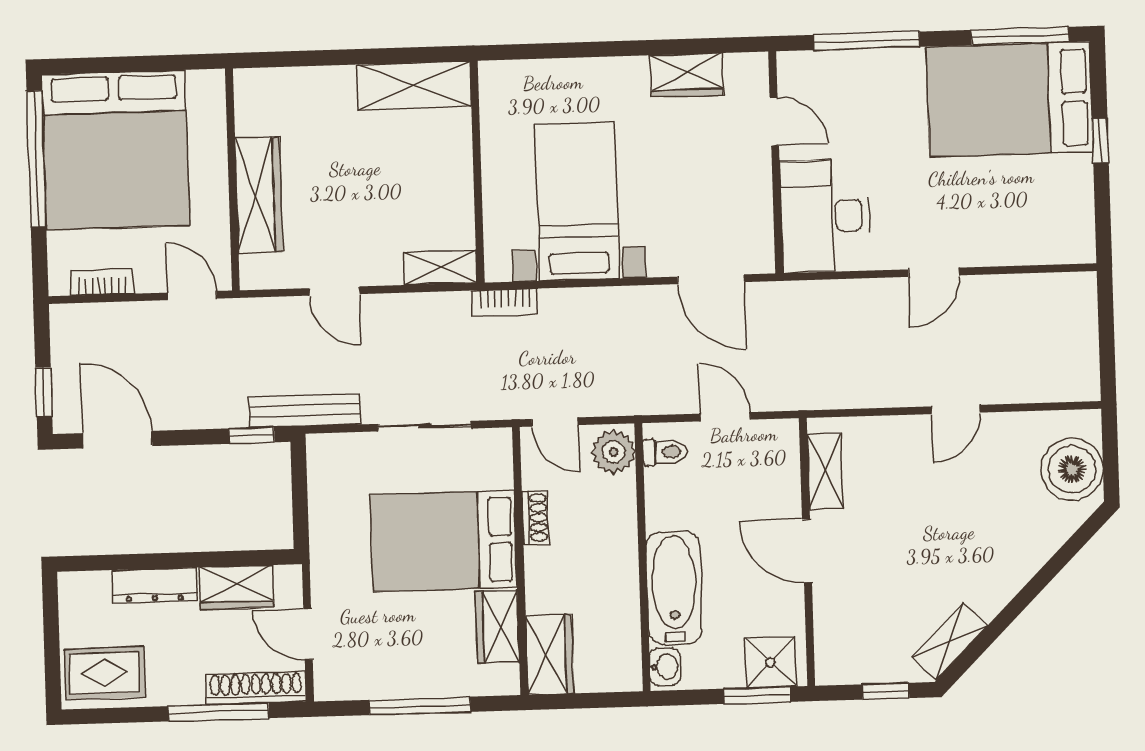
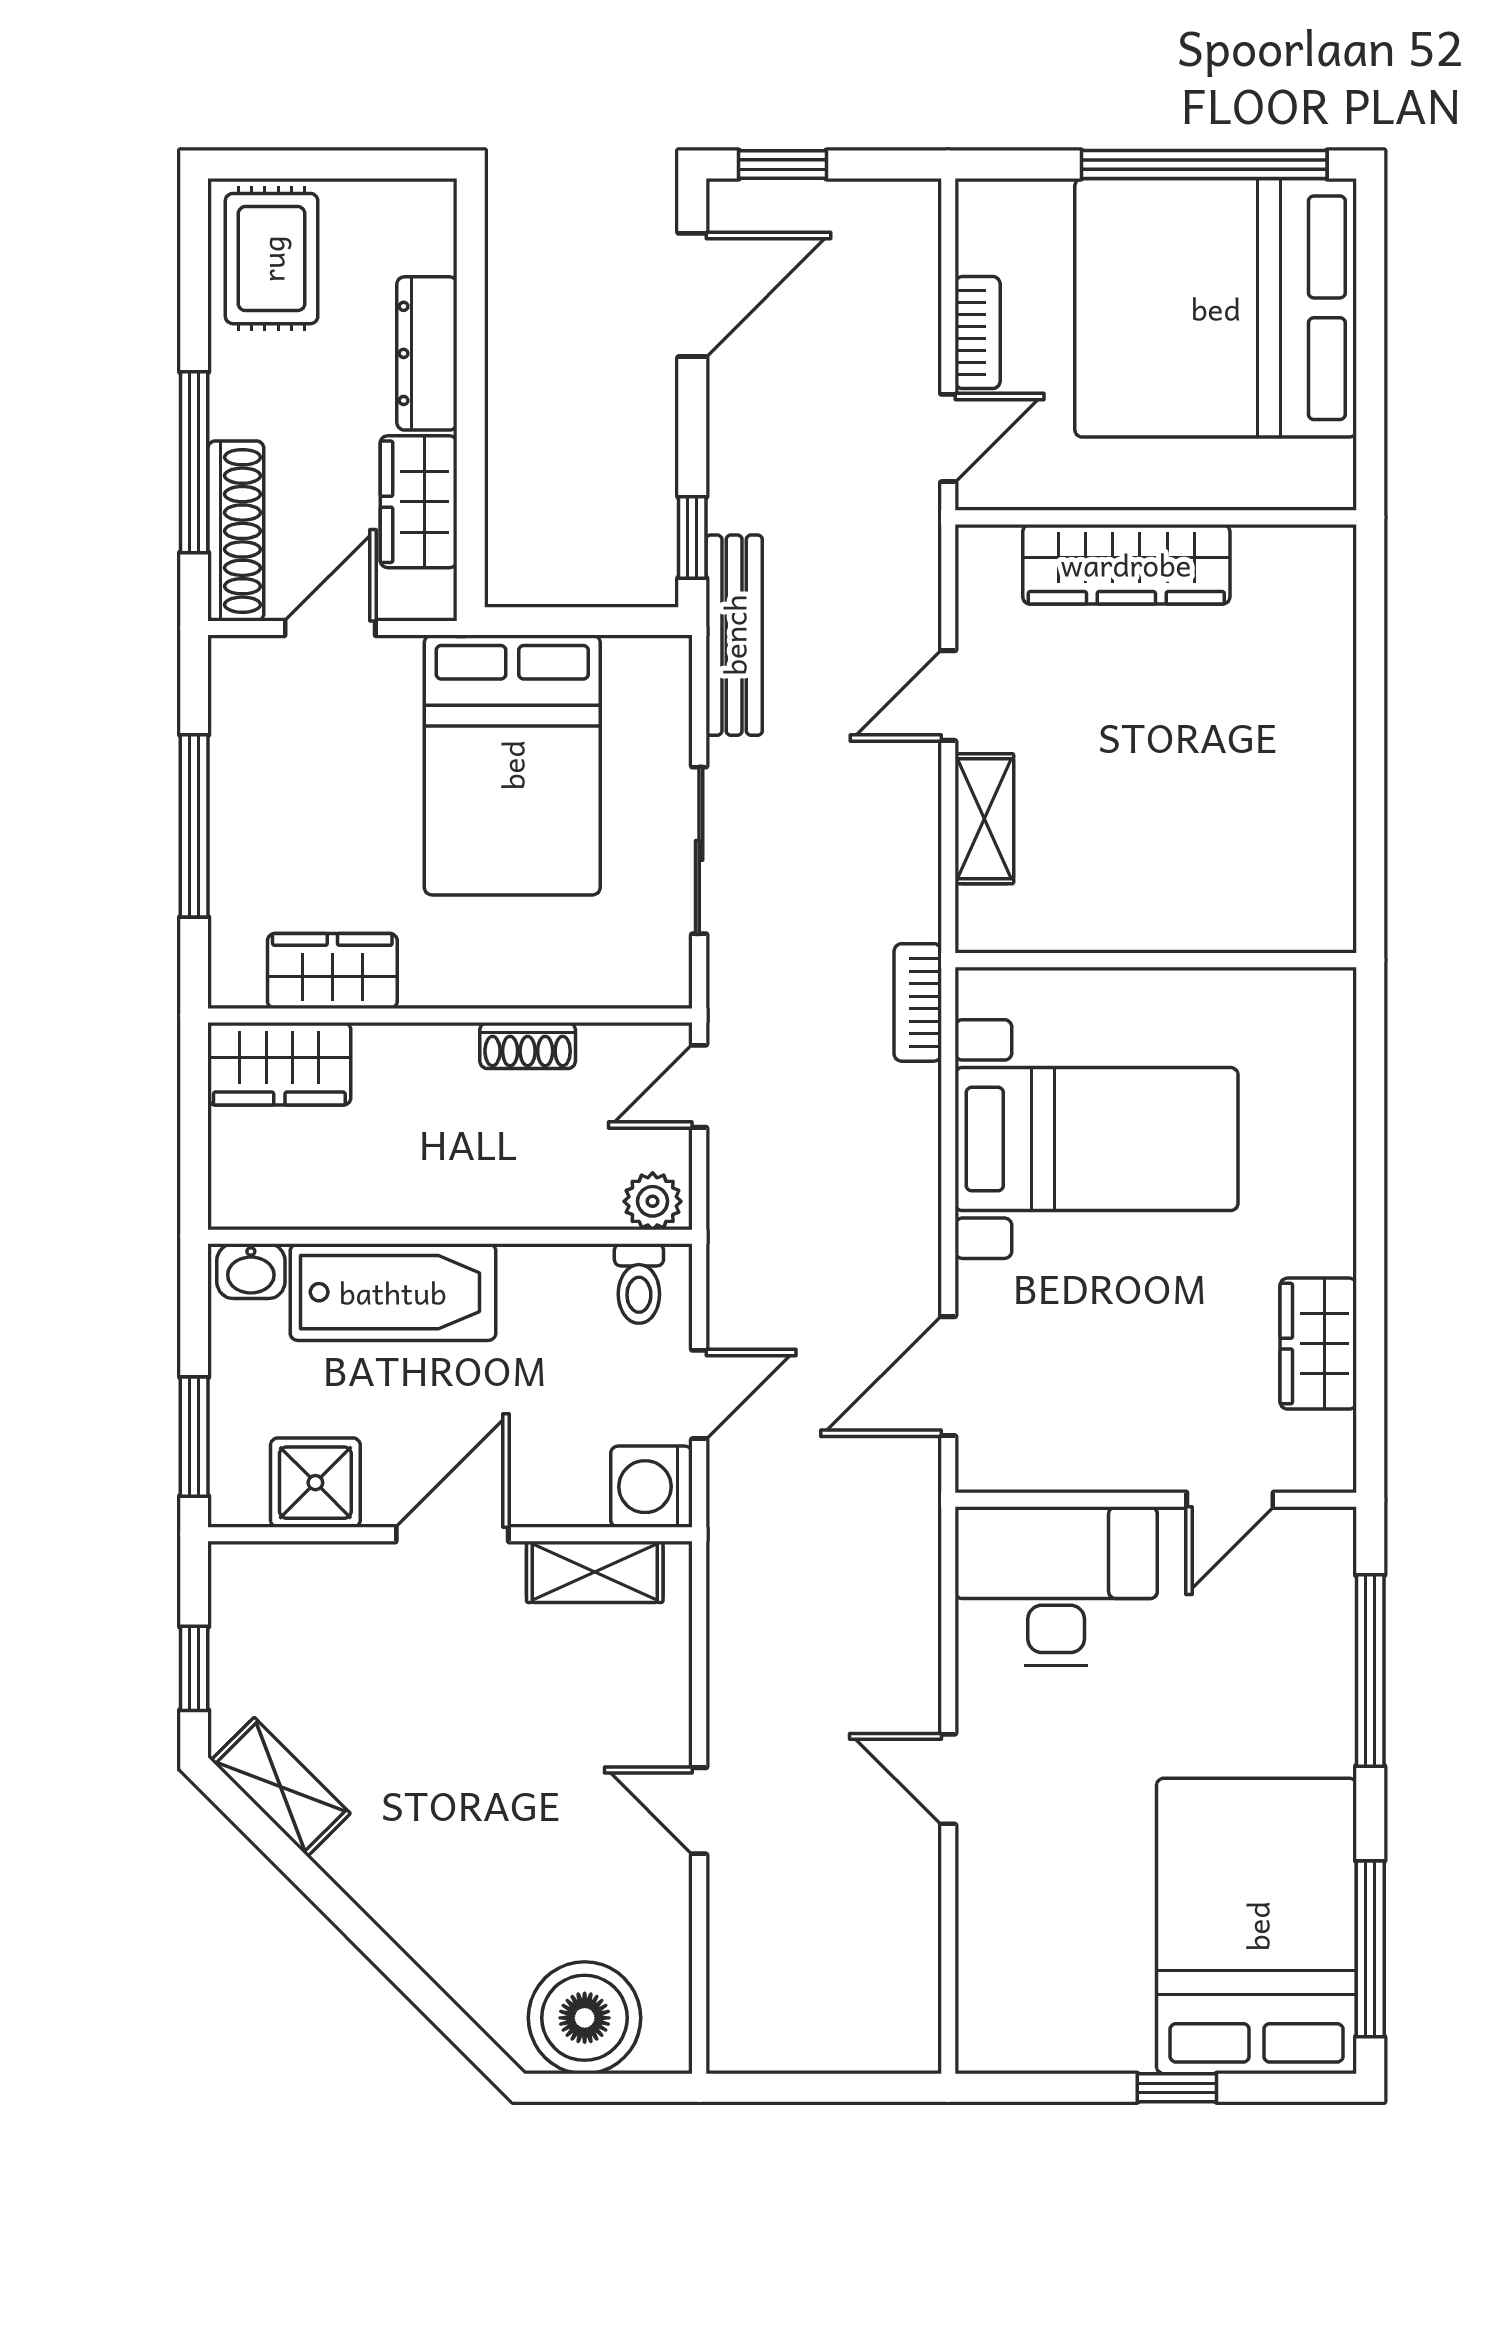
shelving: (414, 85) -> (1315, 851), removed
shelving: (440, 268) -> (984, 819), moved
bookcase: (102, 282) -> (978, 333), moved
washing machine: (777, 441) -> (652, 1487), added
plant: (614, 452) -> (653, 1201), width x0.73, depth x0.73
bed: (444, 541) -> (512, 765), moved, turned 180
shower: (770, 662) -> (315, 1483), moved

